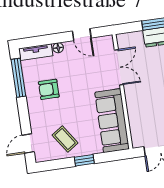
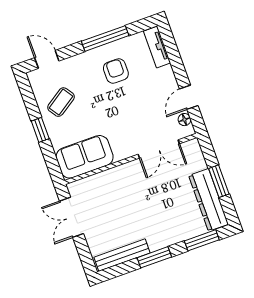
floor lamp: (58, 48) -> (184, 120), moved
window: (18, 78) -> (105, 38), moved
sofa: (112, 121) -> (85, 157), width x0.73

